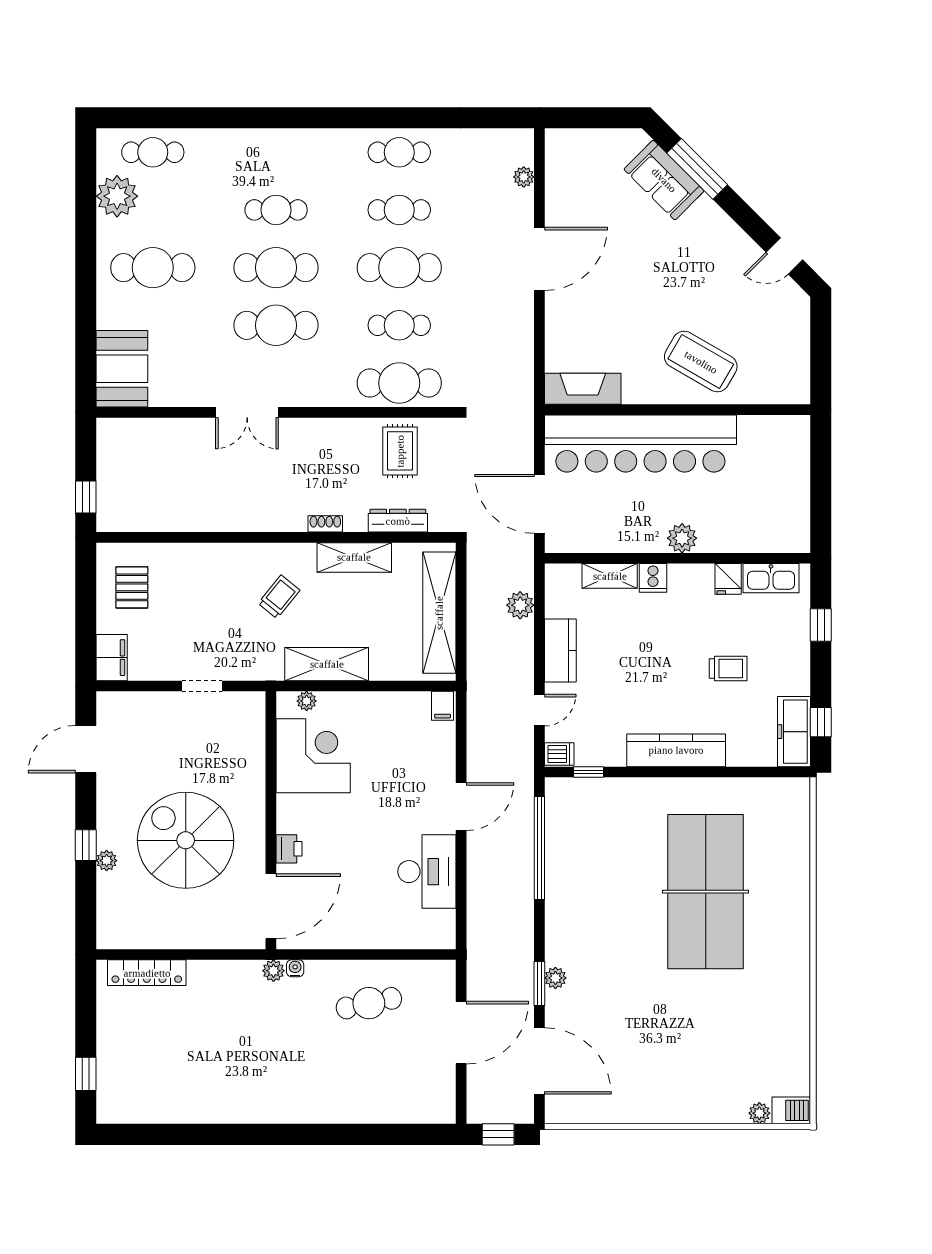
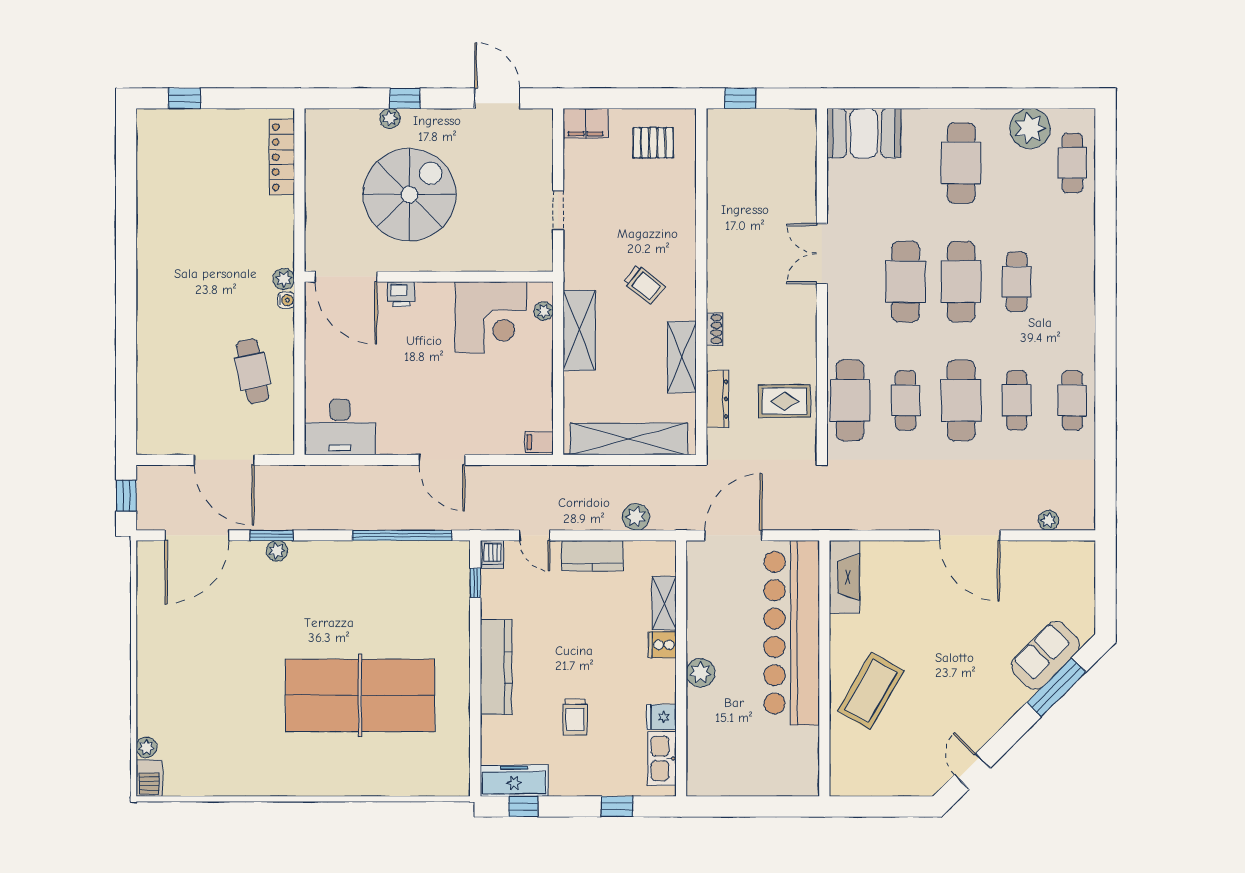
desk: (427, 872) -> (340, 427), moved

